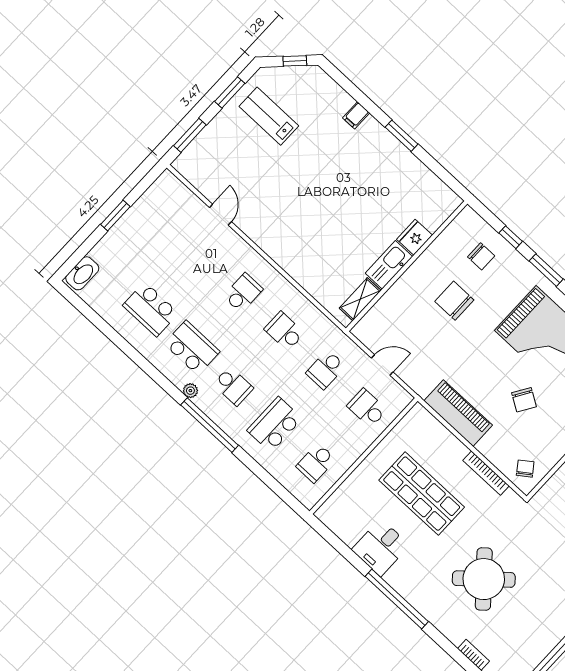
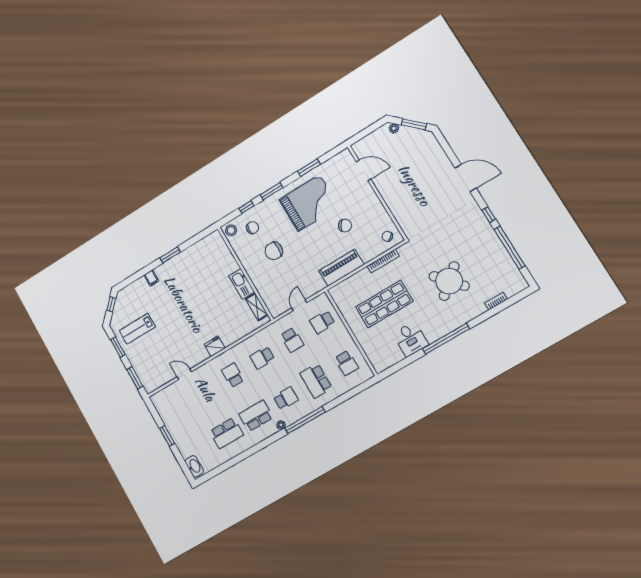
stool: (468, 223) -> (231, 230), added
fridge: (415, 237) -> (215, 346), moved, turned 90

